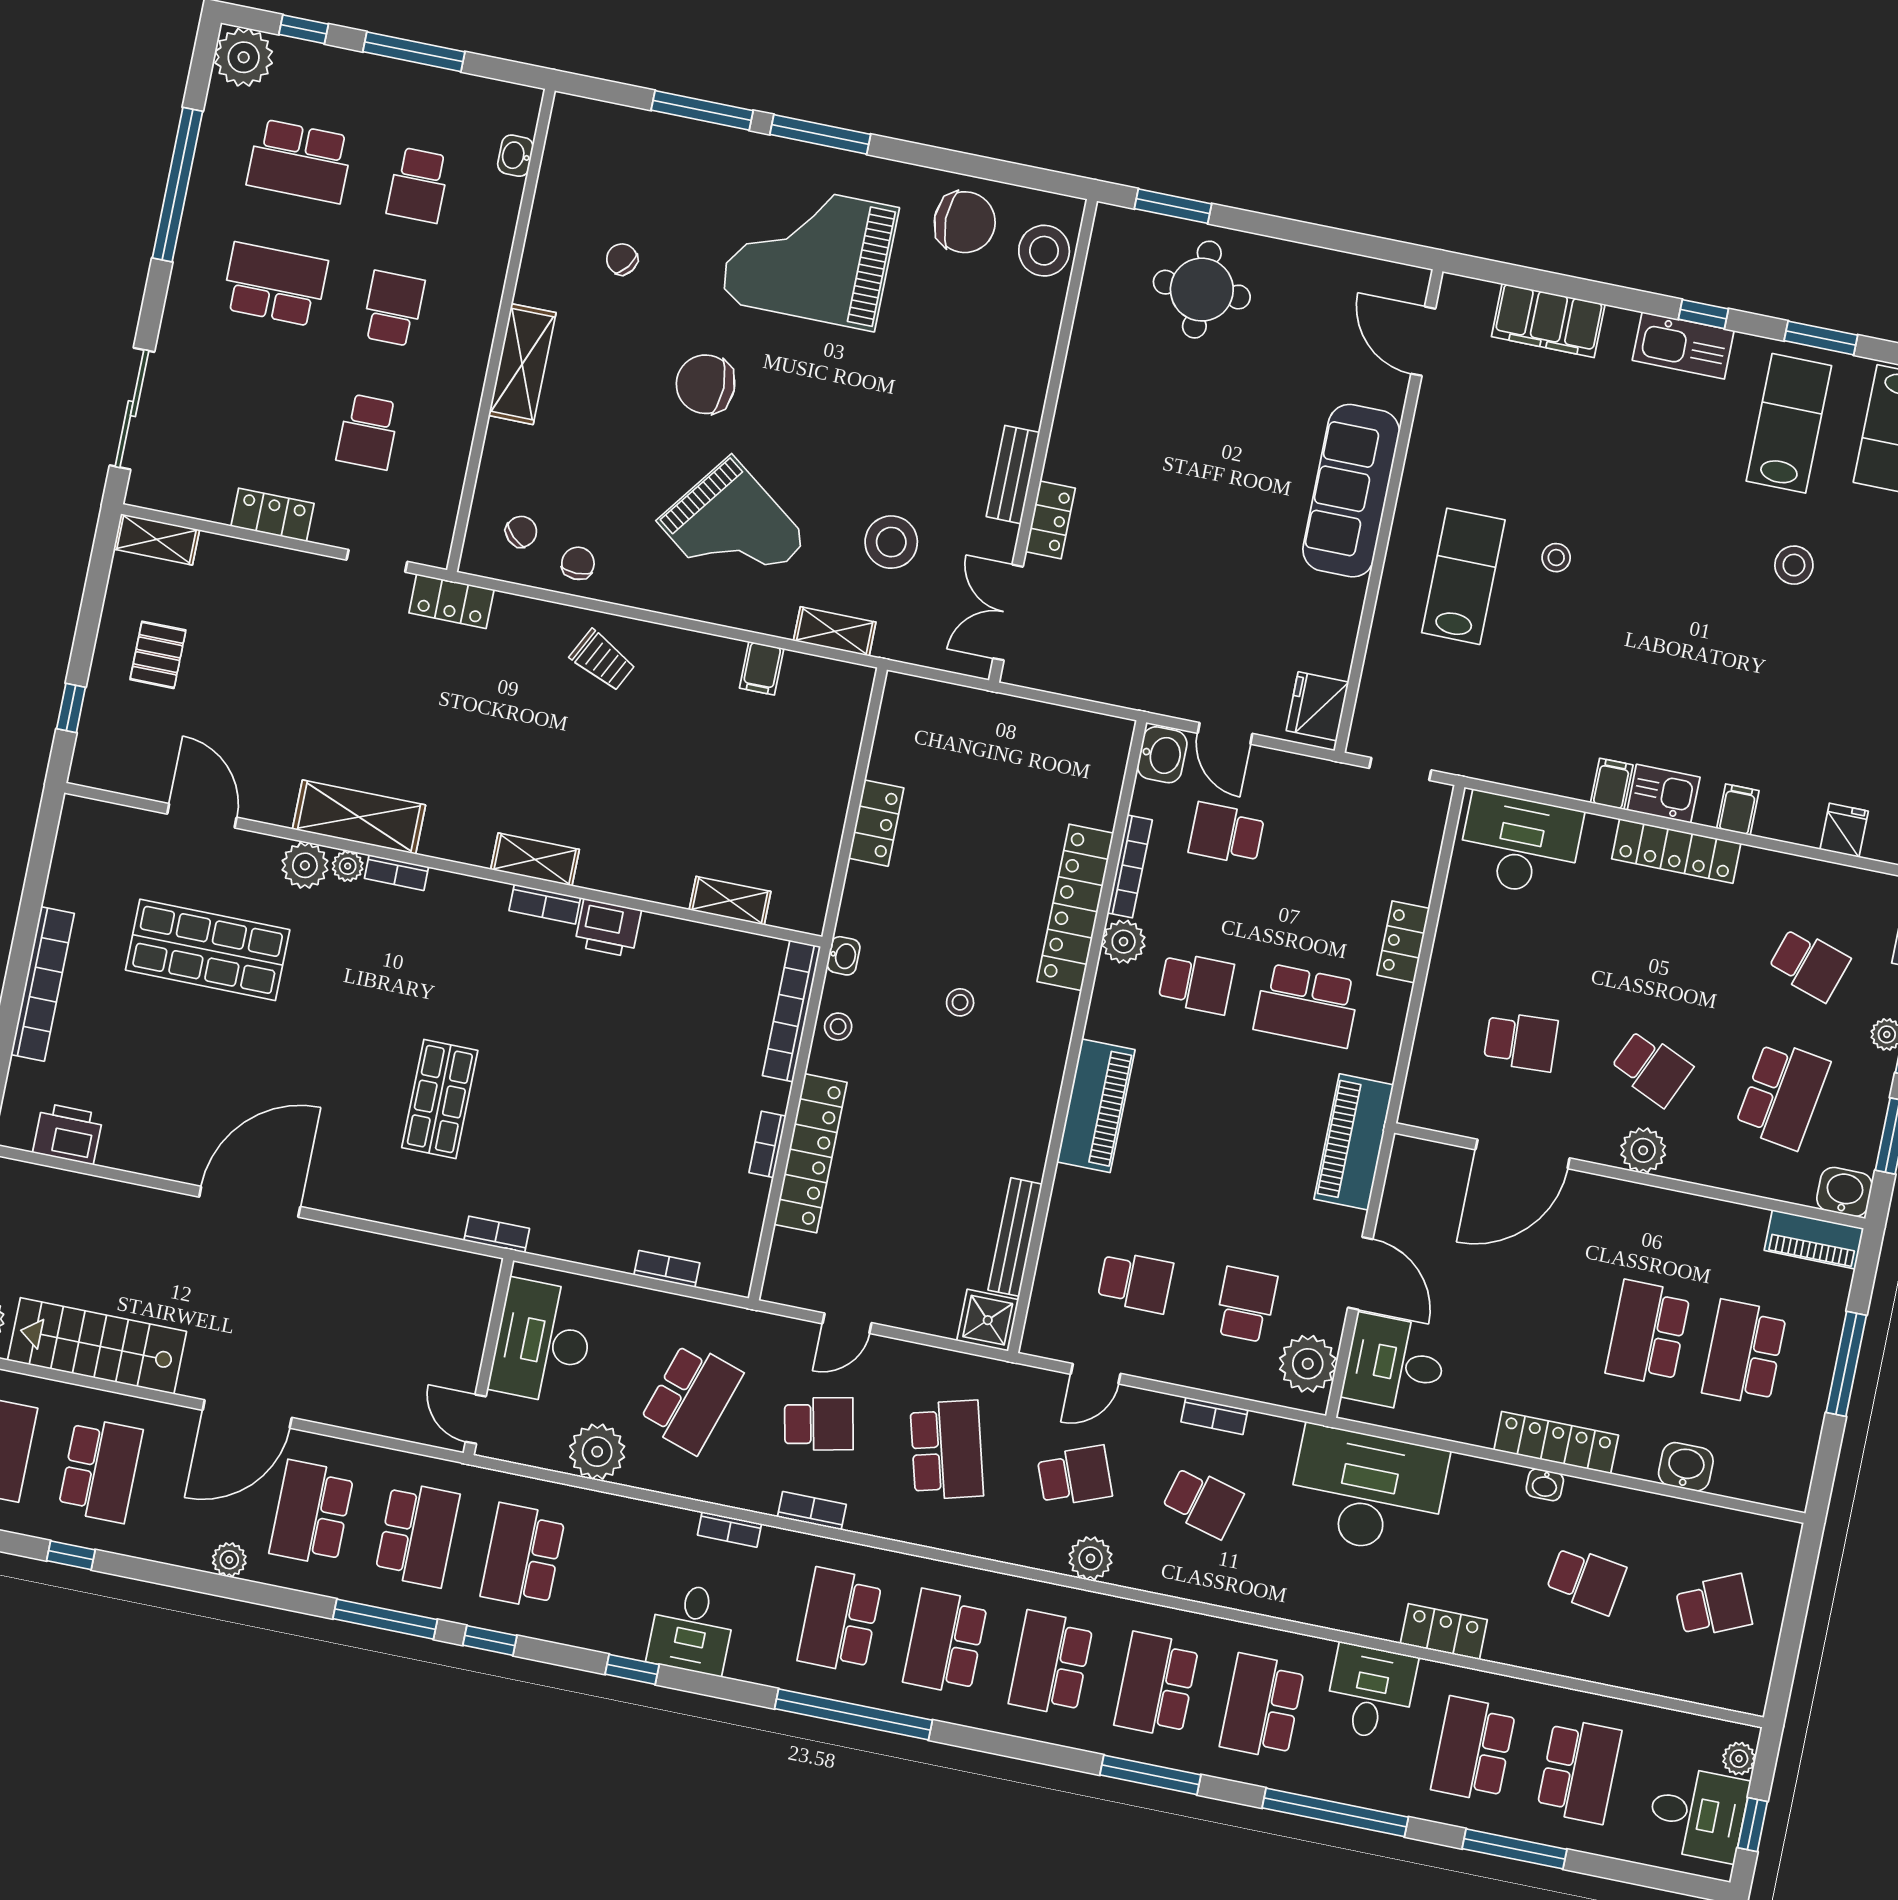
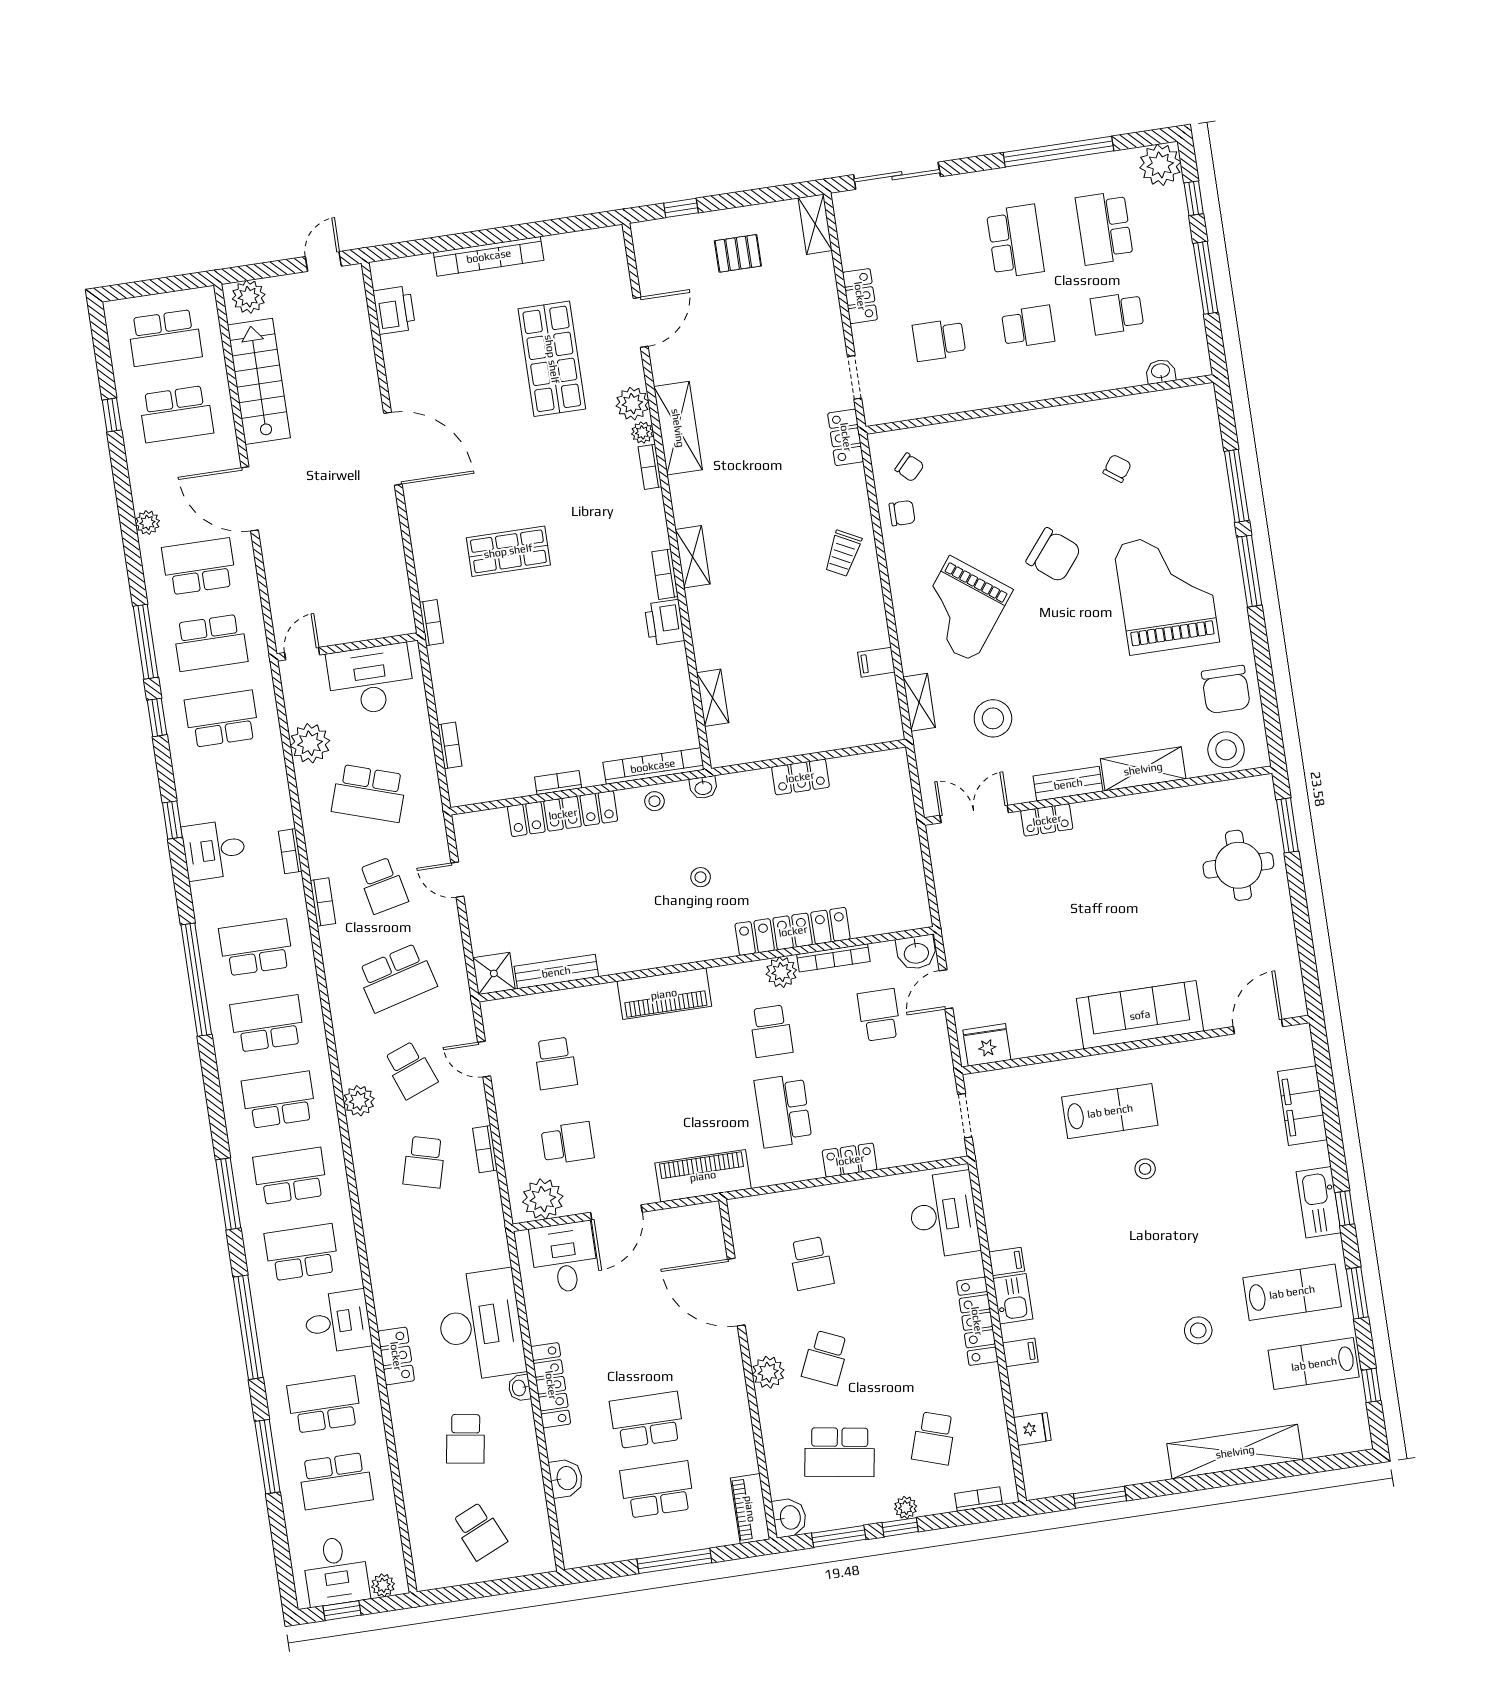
shelving: (522, 364) -> (1143, 769), moved
chair: (706, 384) -> (1054, 555), turned 129
desk: (1367, 1491) -> (480, 1325), moved

